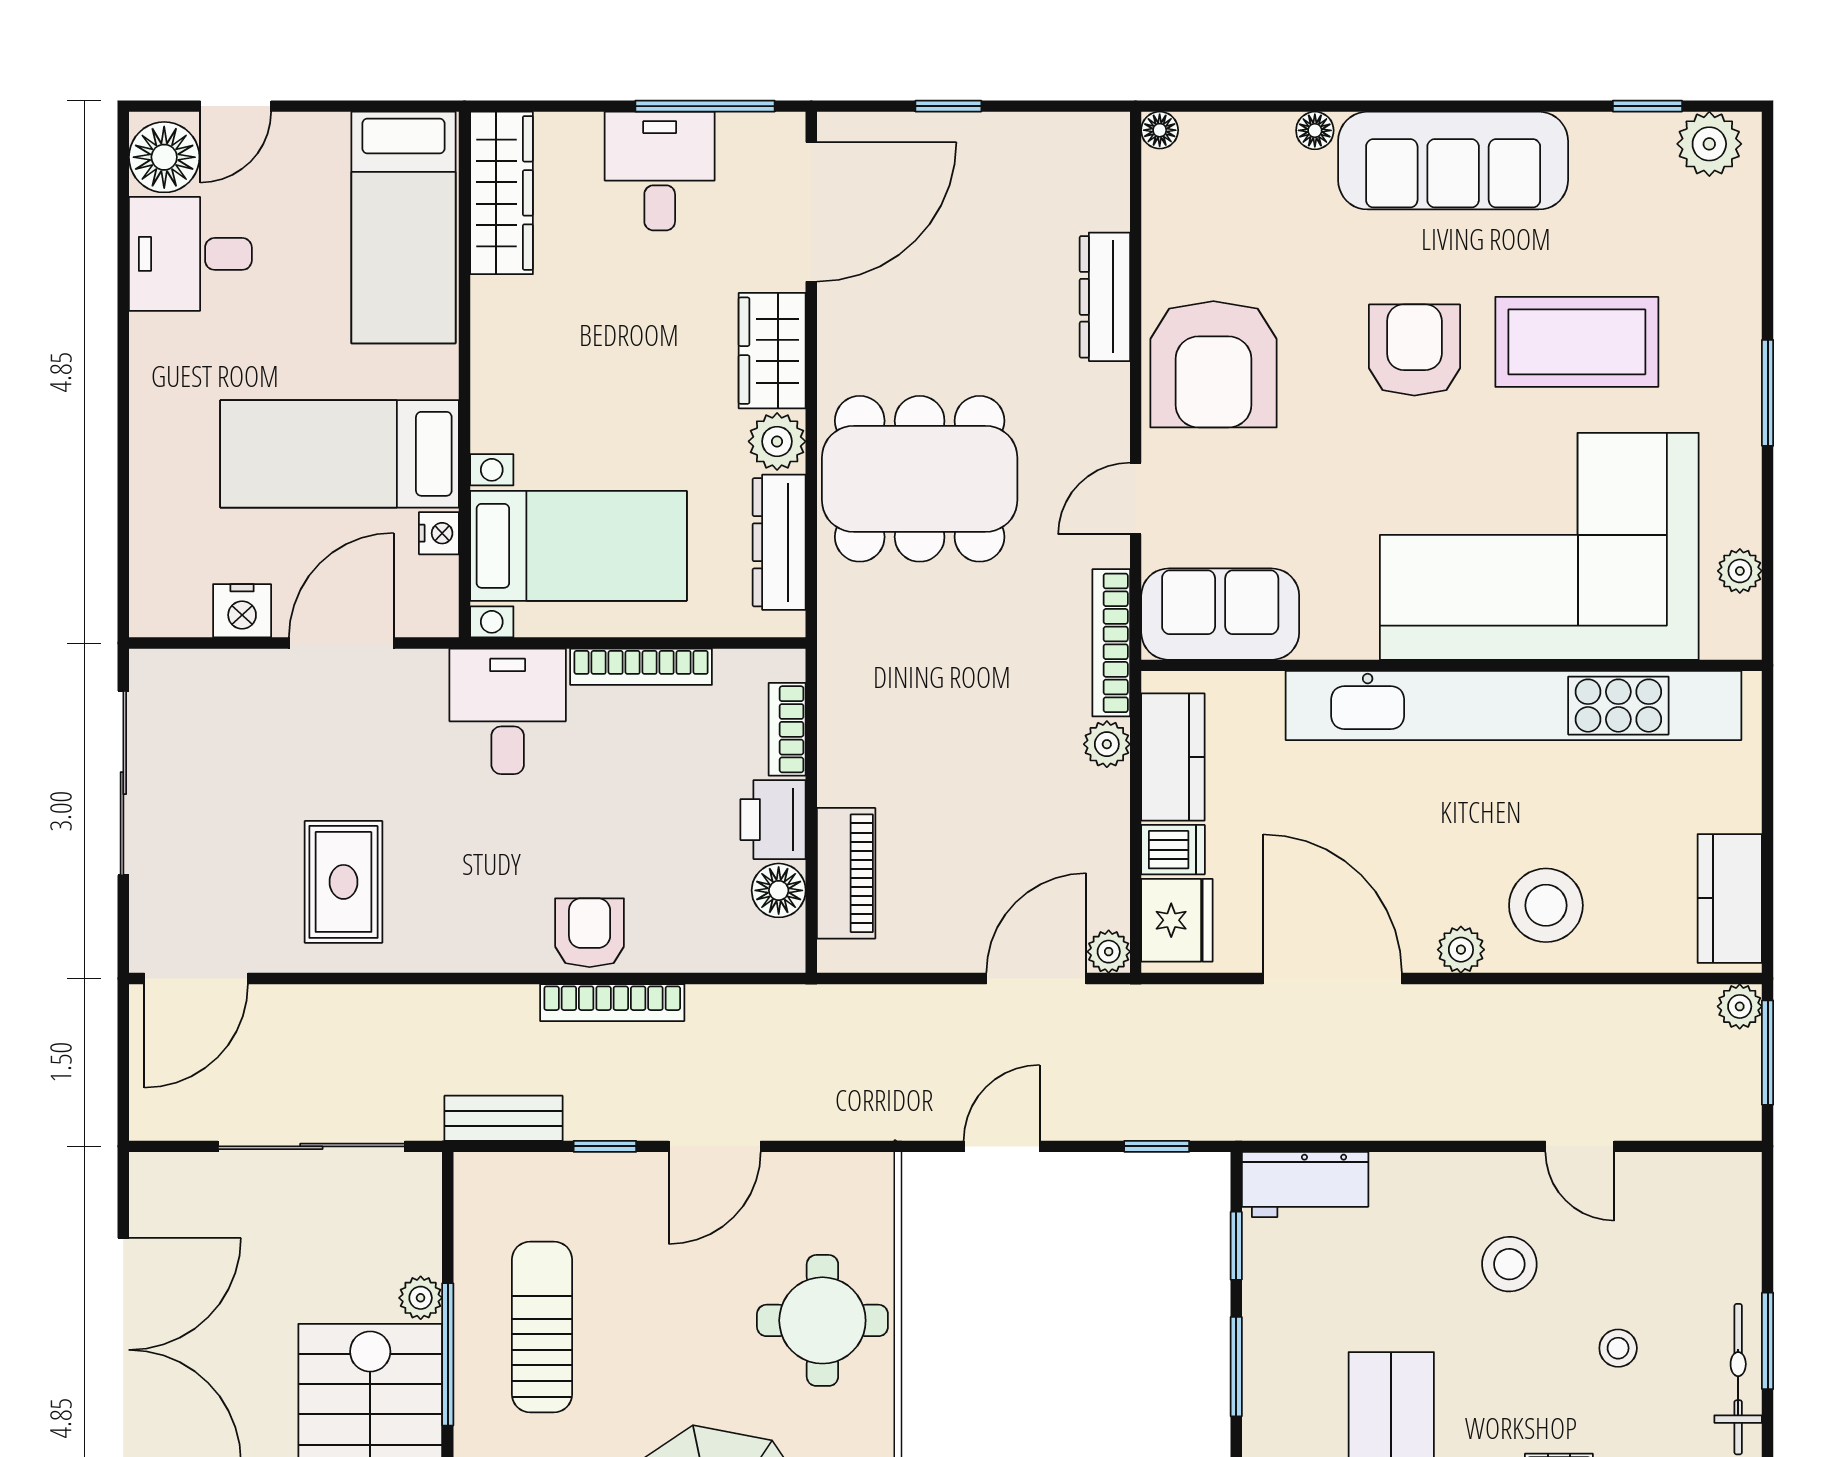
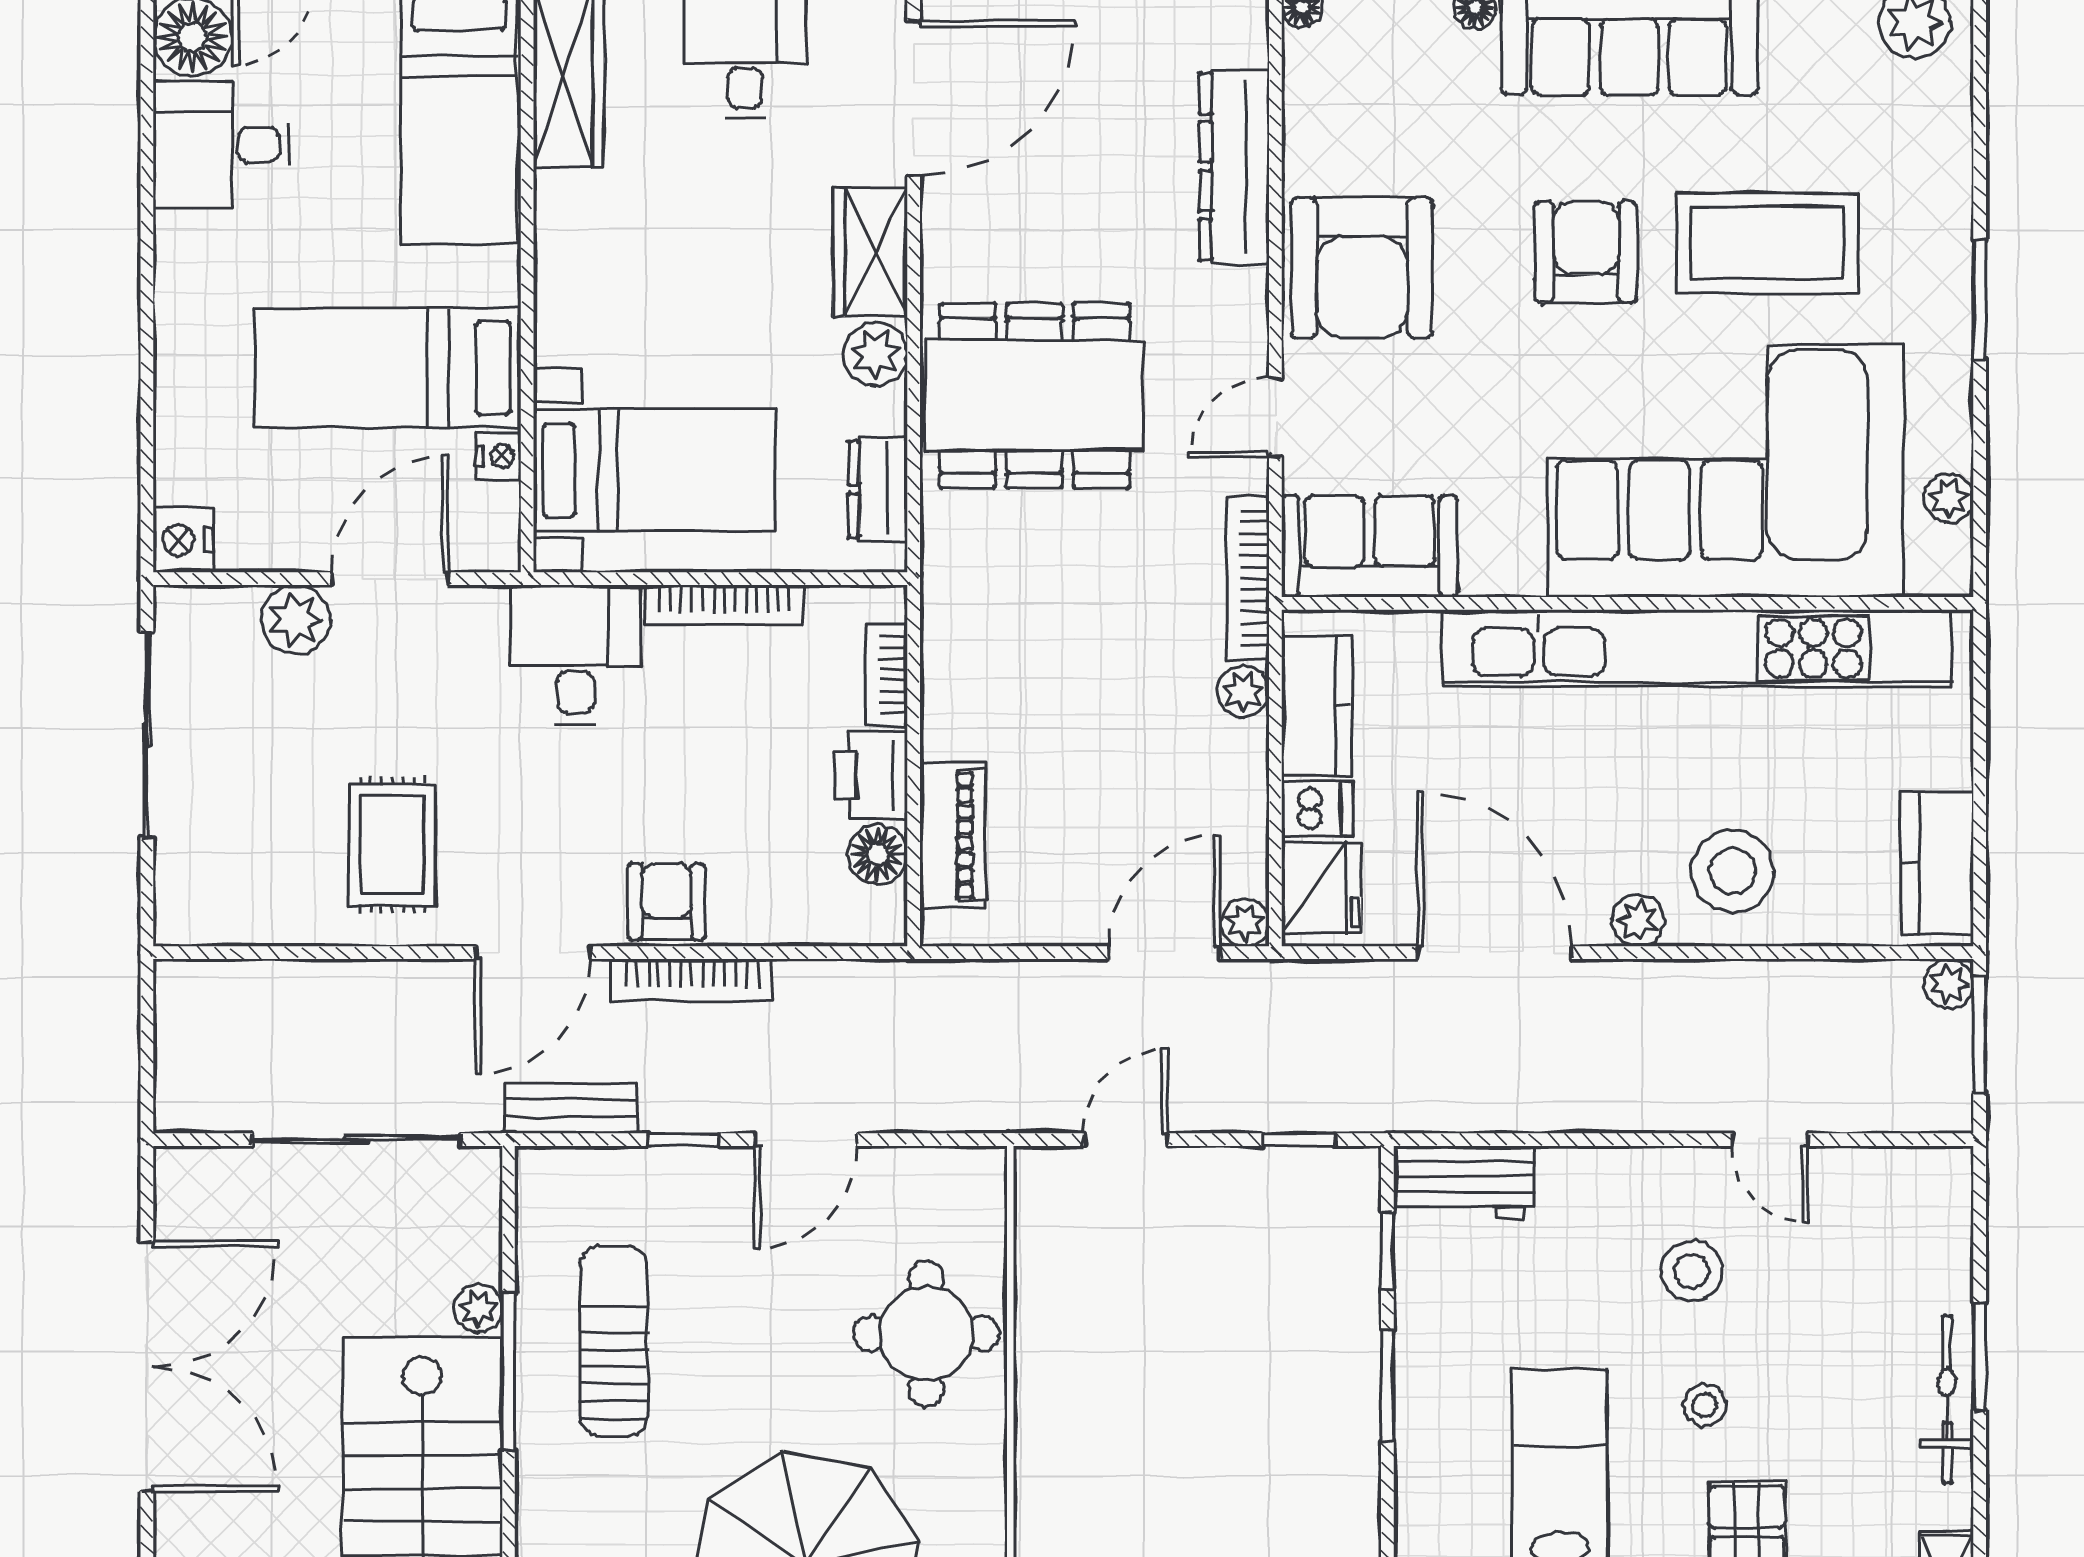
dresser: (1105, 297) -> (1234, 167), width x1.37, depth x1.24
dresser: (779, 542) -> (878, 489), width x0.70
nightstand: (242, 611) -> (183, 540), moved, turned 90
plant: (257, 680) -> (296, 619), added
door: (196, 979) -> (533, 953), moved
stool: (1618, 1348) -> (1705, 1405), moved

